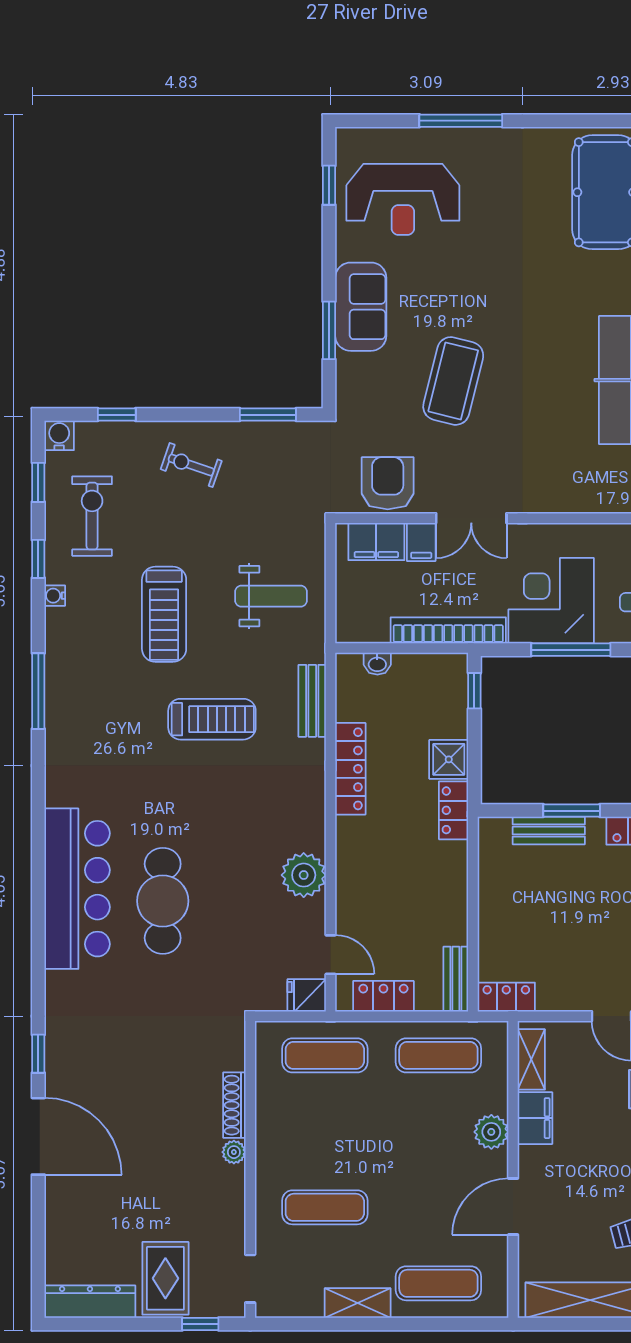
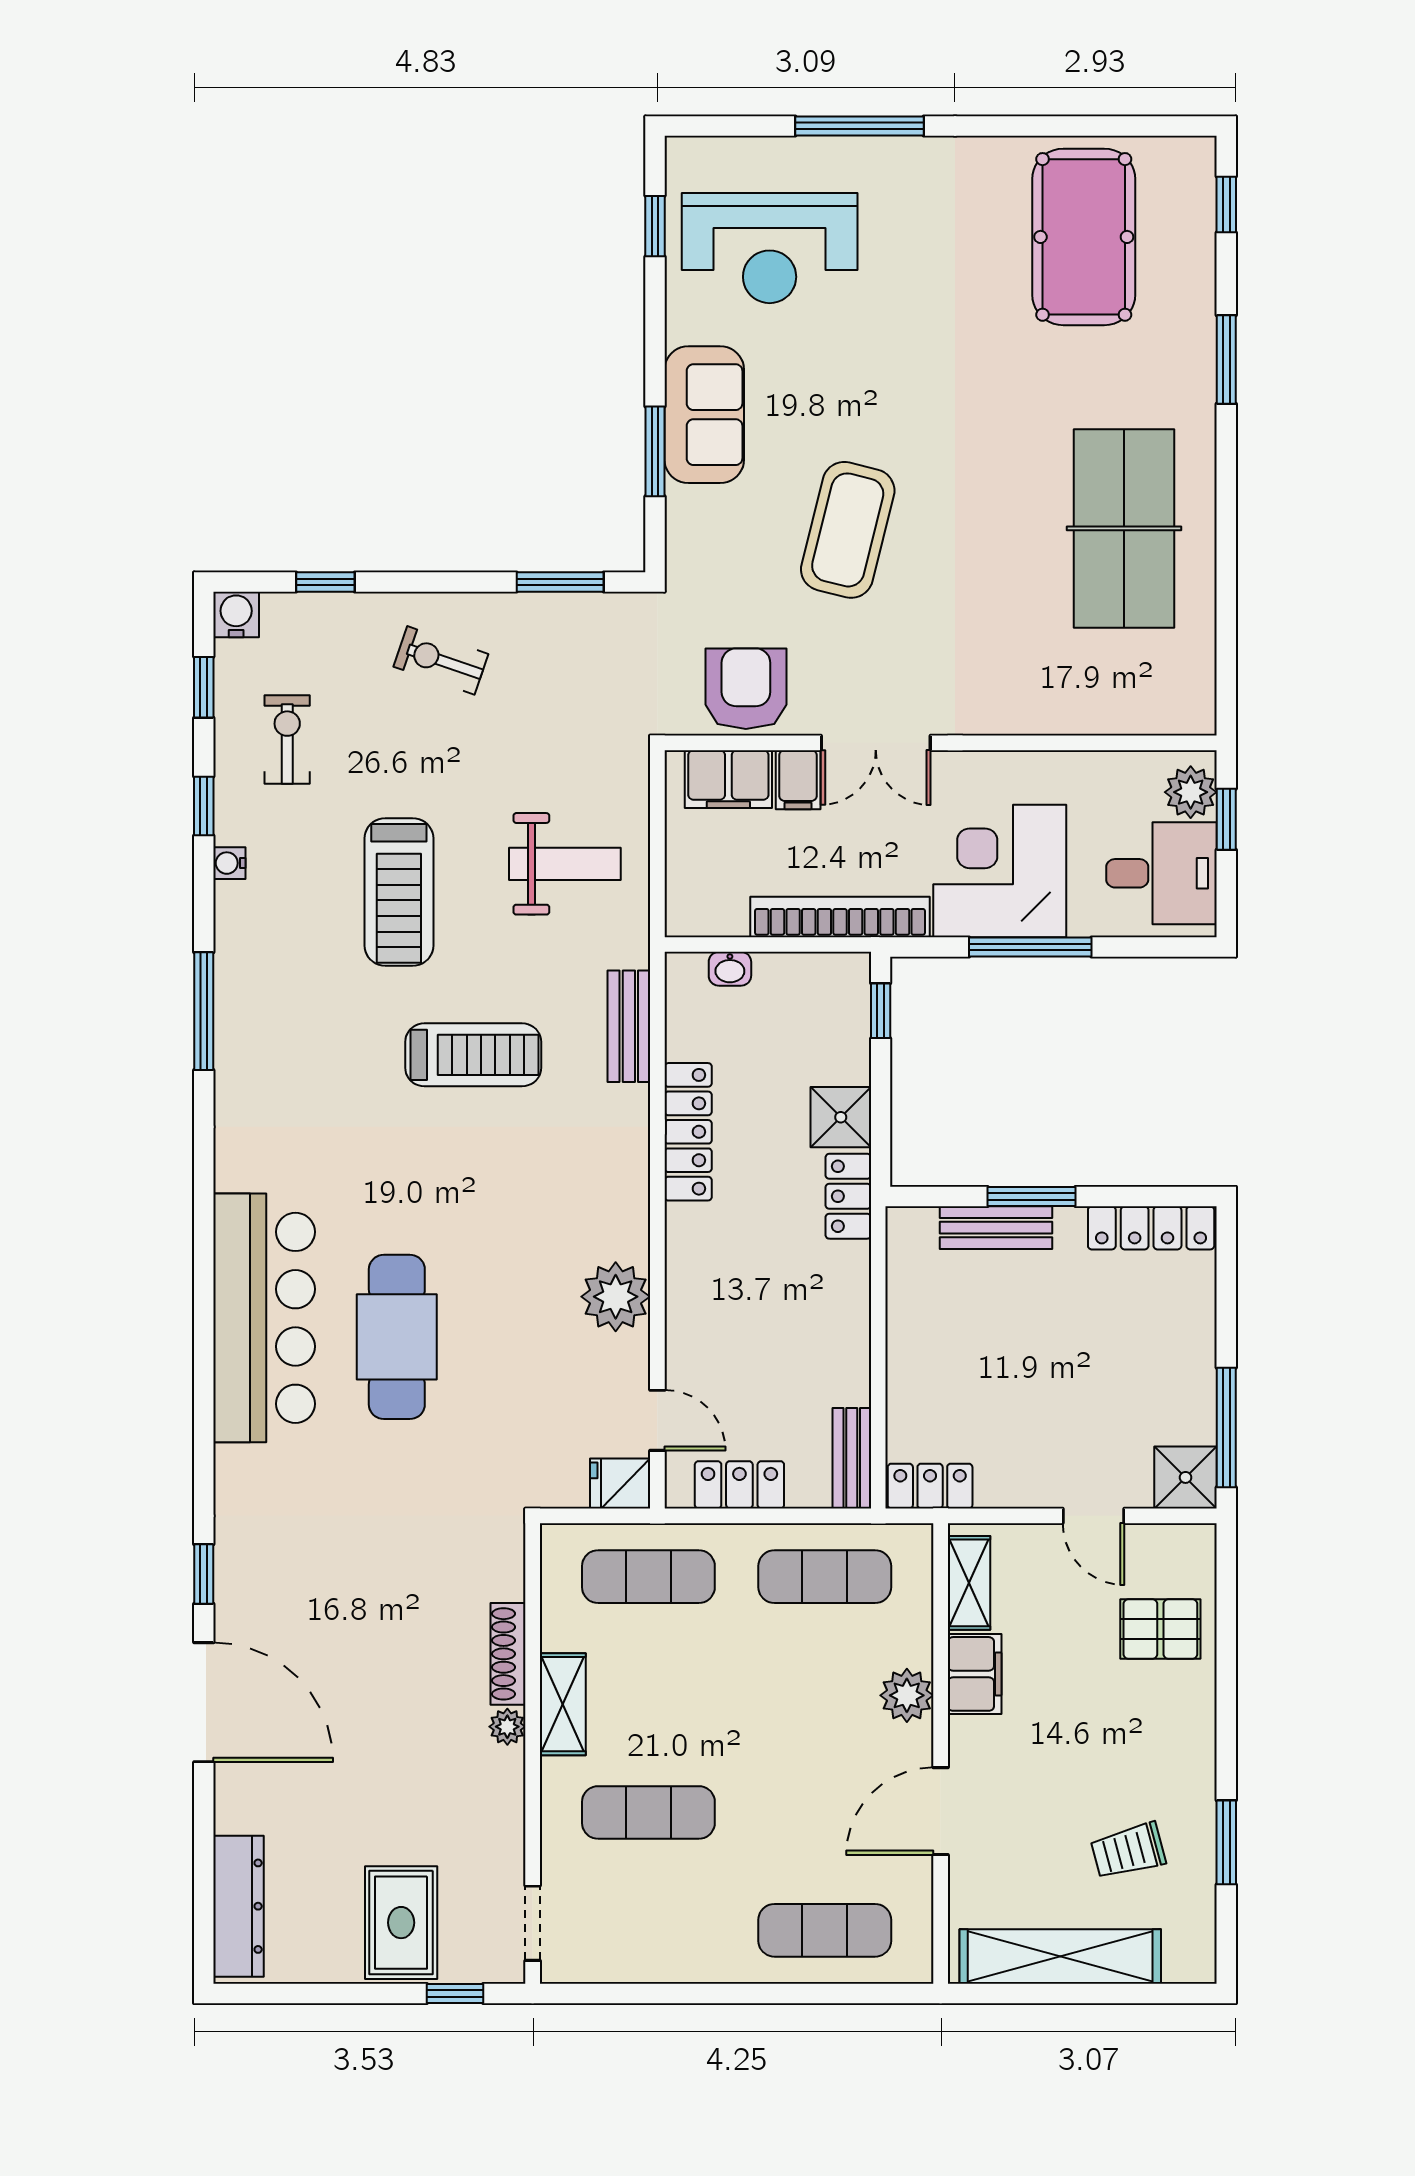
exercise bike: (92, 516) -> (287, 740), width x0.73, depth x0.72
dresser: (90, 1302) -> (238, 1906), moved, turned 90
shelving: (358, 1303) -> (563, 1704), moved, turned 90

